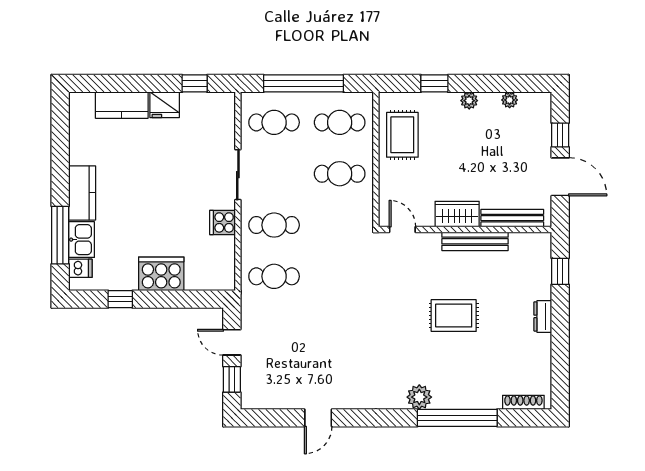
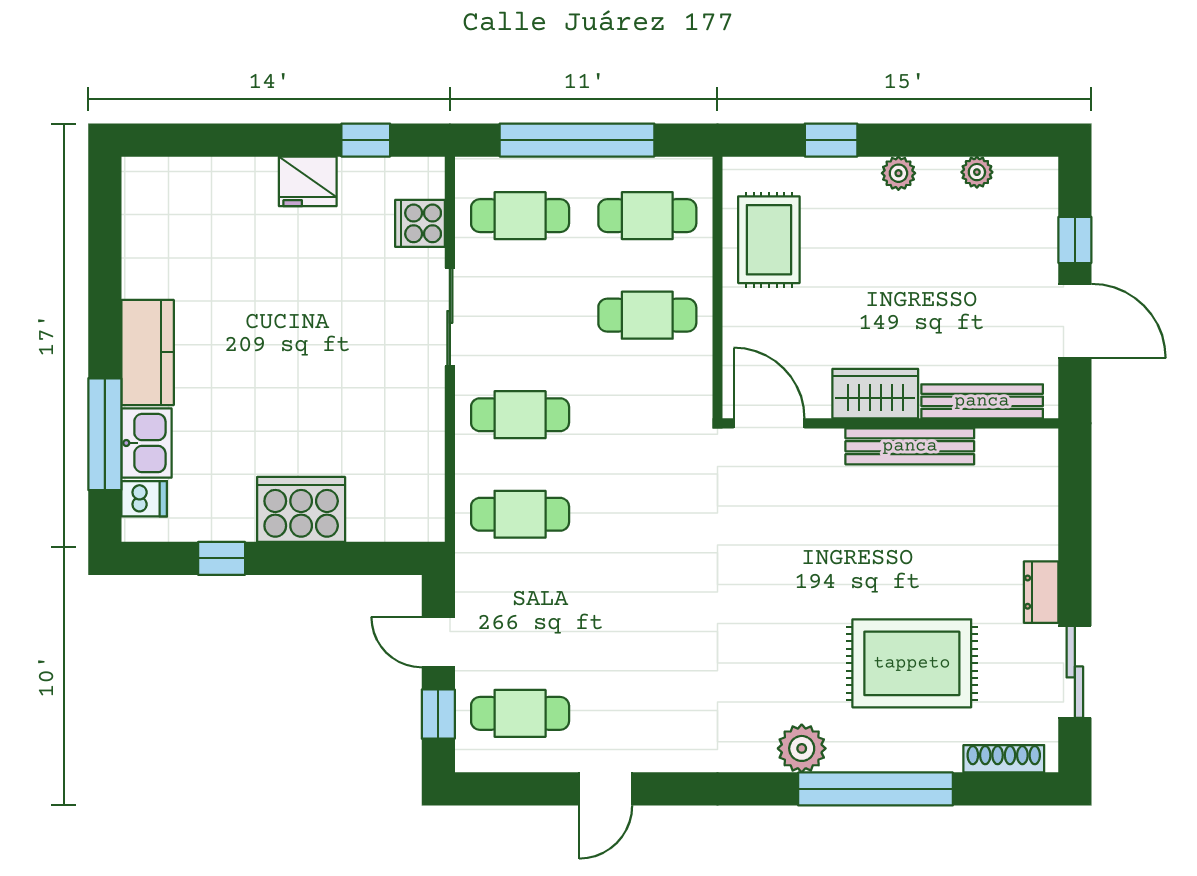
kitchen counter: (122, 105) -> (224, 182), removed
cooker: (223, 222) -> (420, 223), moved
door: (402, 229) -> (769, 423), width x1.38
window: (560, 271) -> (1075, 505), removed
rug: (454, 316) -> (912, 663), moved, width x1.36, depth x1.43
sliding door: (560, 358) -> (1075, 672), added
cafe table: (274, 379) -> (520, 713), added

